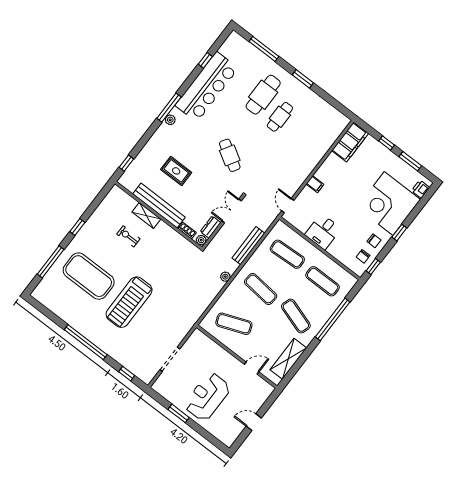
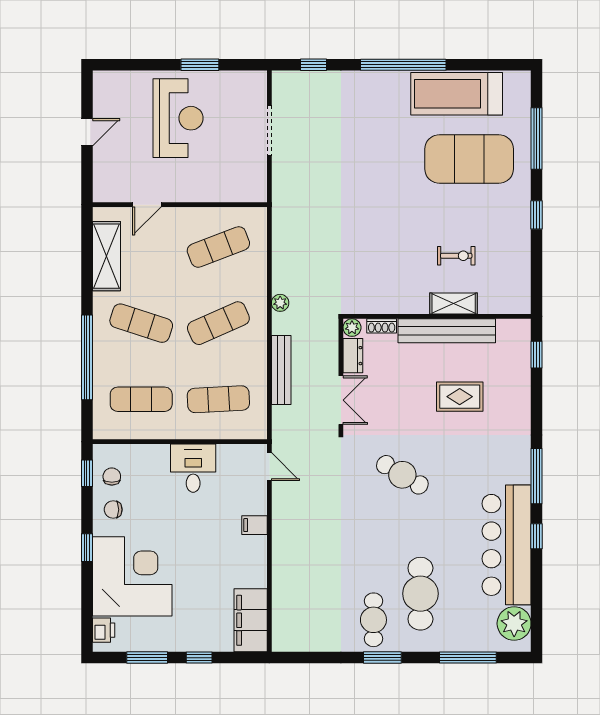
window: (205, 60) -> (537, 536), moved
cafe table: (280, 117) -> (373, 620), moved
plant: (170, 120) -> (514, 624), moved, width x1.87, depth x1.87
exercise mat: (261, 289) -> (218, 323), turned -30
treadmill: (129, 302) -> (457, 94), moved, turned -90

